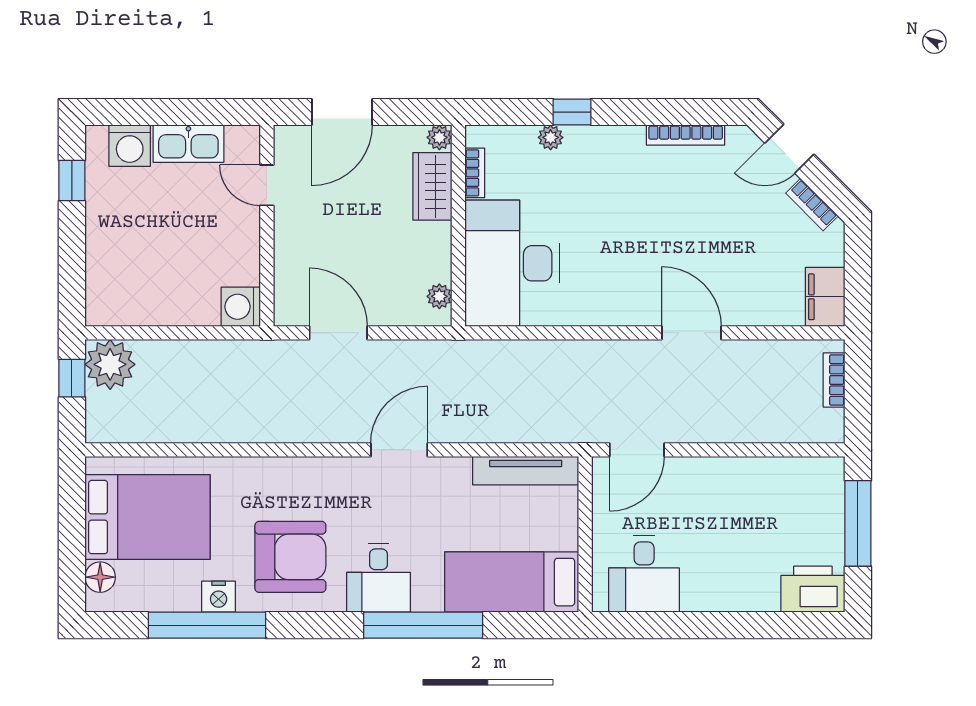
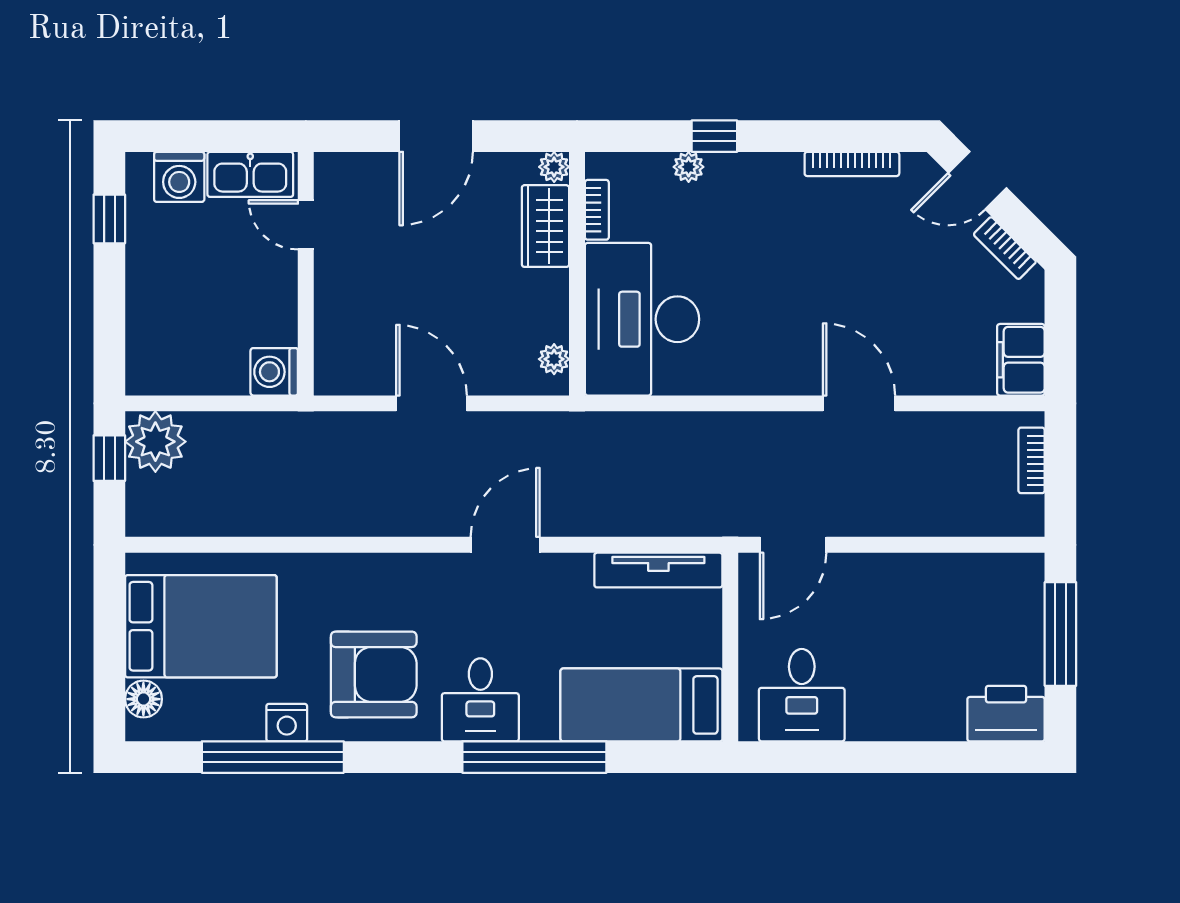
door: (267, 185) -> (306, 225), moved
wall: (267, 226) -> (306, 274), moved
washing machine: (241, 307) -> (274, 372), moved

